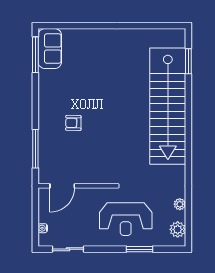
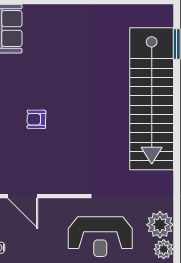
door: (62, 186) -> (23, 196), hinge flipped
plant: (180, 204) -> (160, 225), width x1.87, depth x1.87

